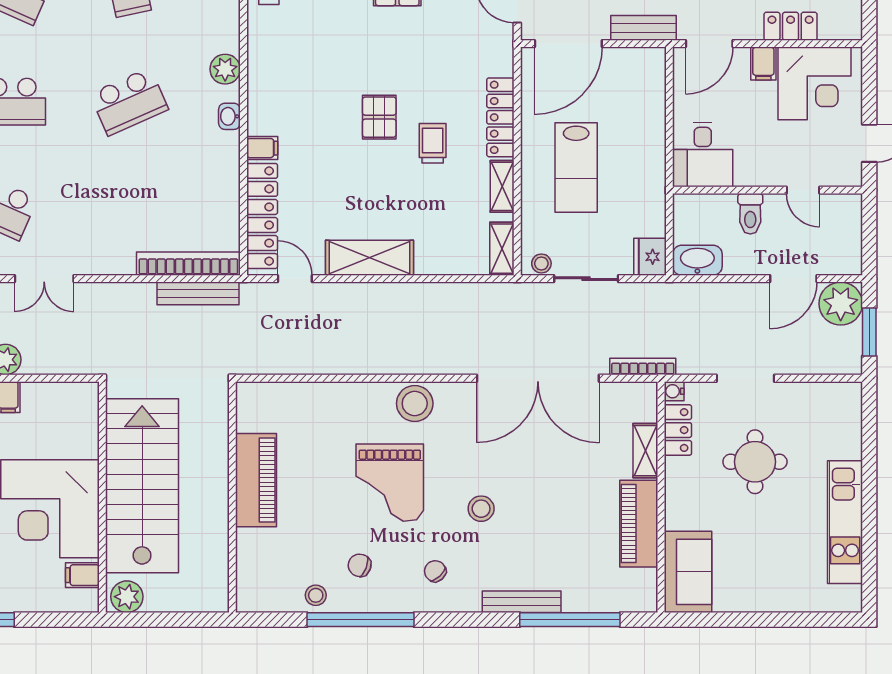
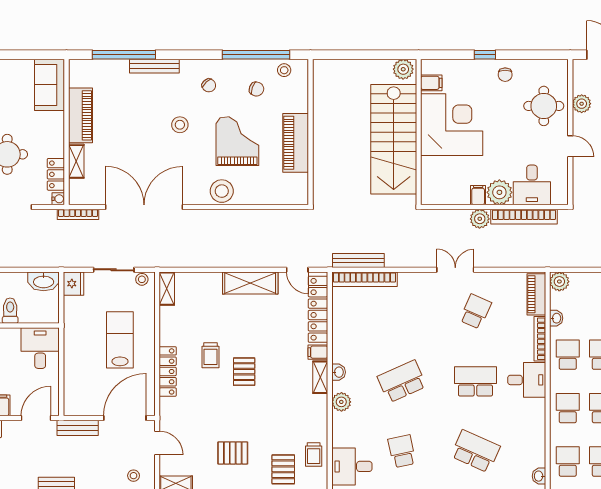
shelving: (502, 186) -> (320, 377), moved
piano: (256, 480) -> (296, 143), moved
wall: (232, 497) -> (311, 132), moved

